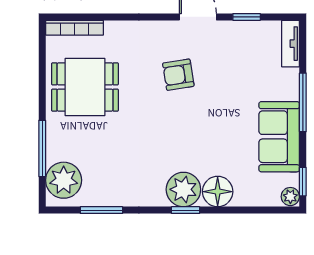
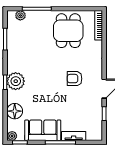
tv unit: (291, 44) -> (74, 136), moved
armchair: (178, 75) -> (75, 79), turned -81
plant: (64, 180) -> (20, 15), width x0.53, depth x0.53
floor lamp: (218, 192) -> (15, 111), moved

